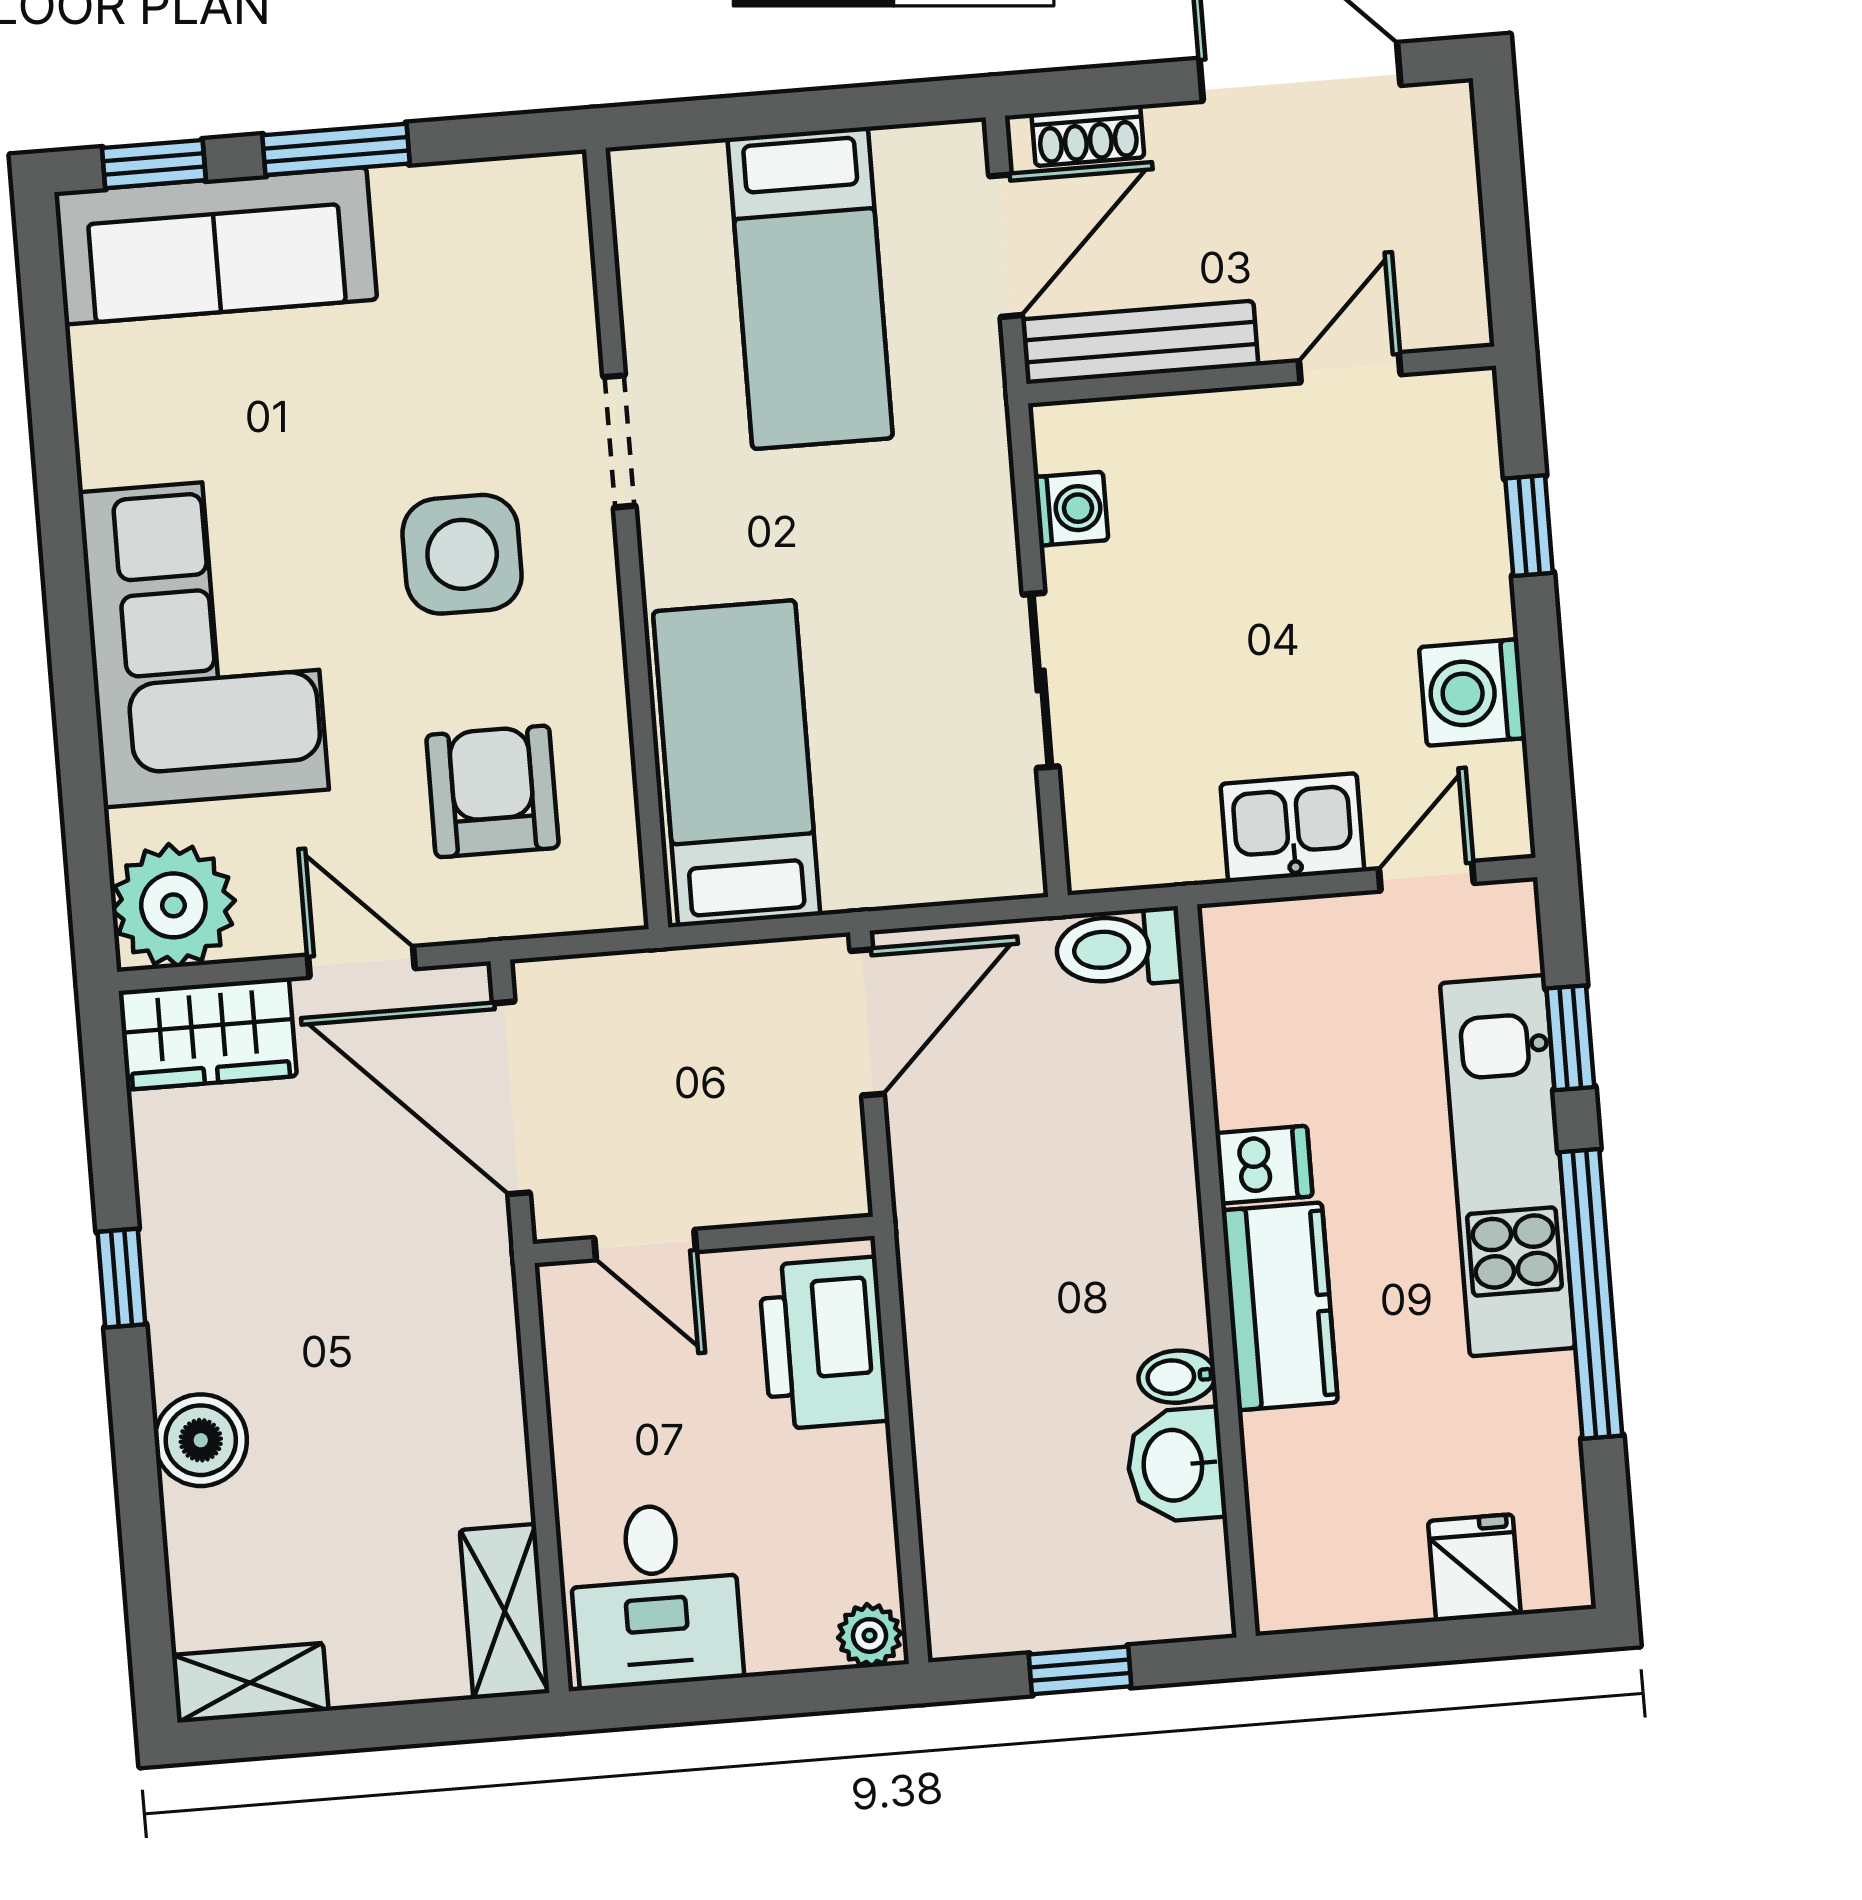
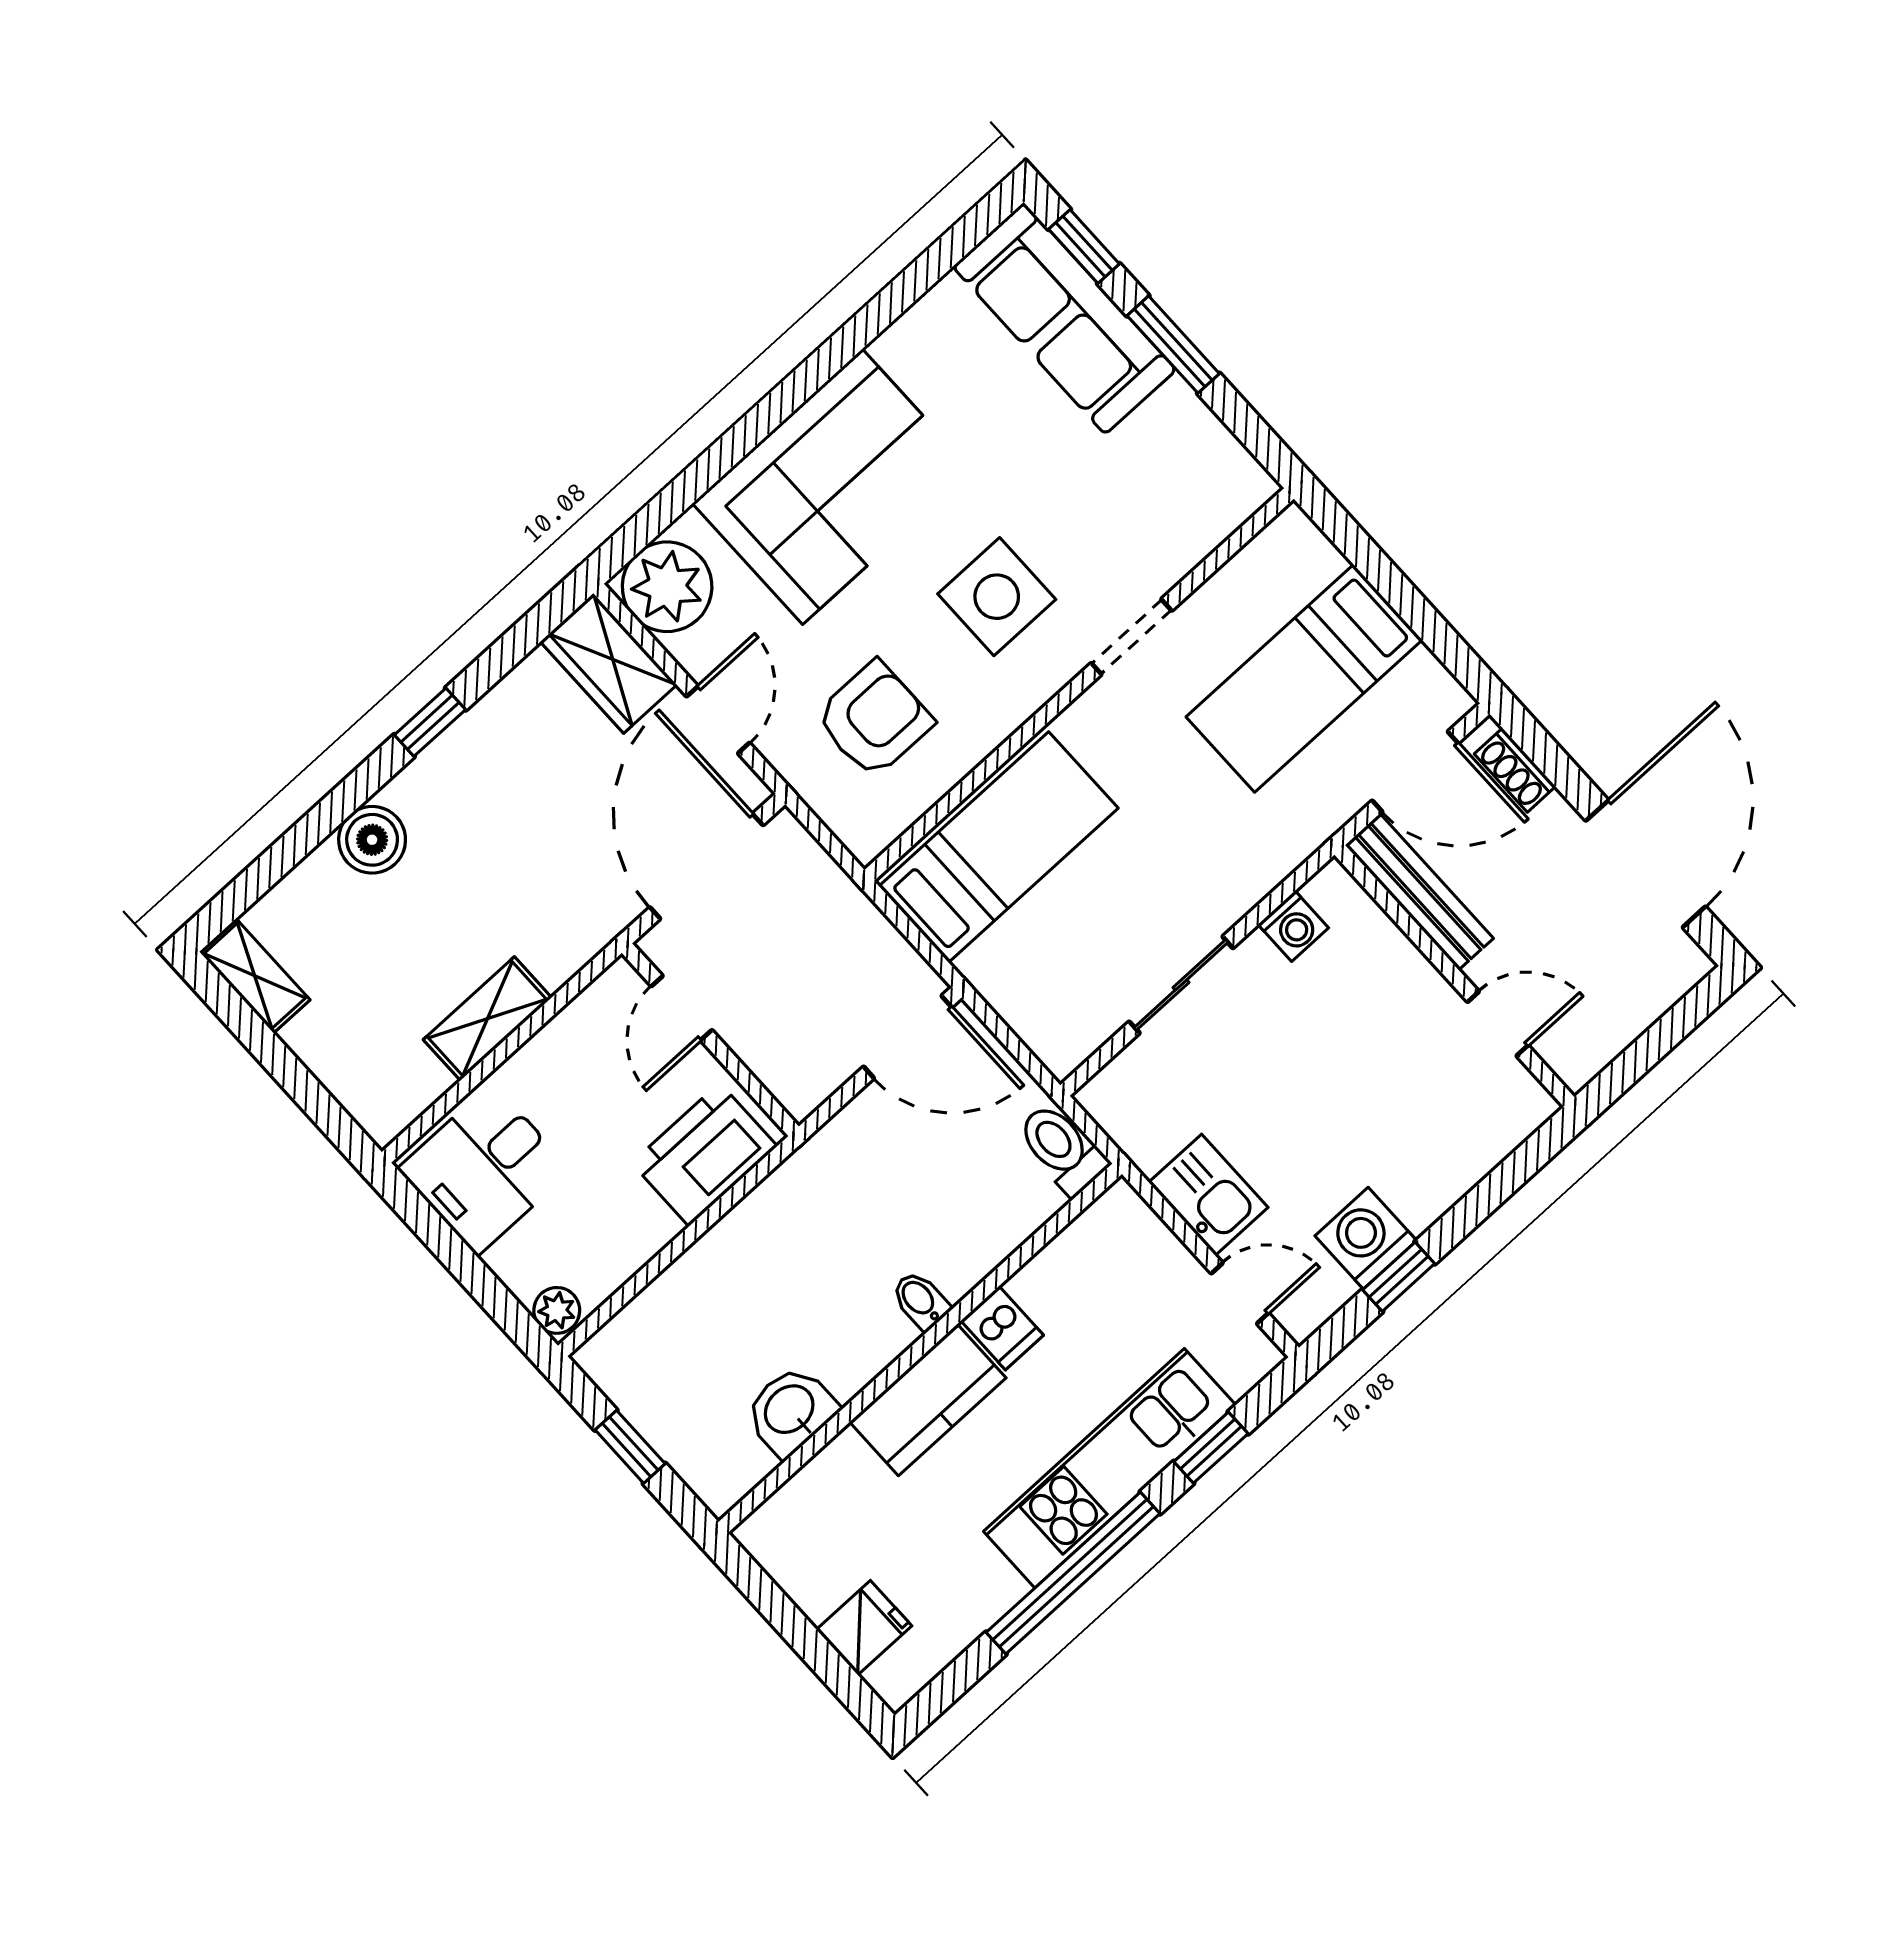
window: (1529, 526) -> (1399, 1277), moved
bidet: (1177, 1377) -> (921, 1301), moved
shelving: (505, 1611) -> (487, 1019), moved

